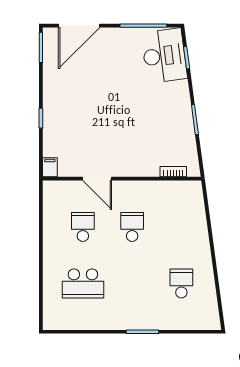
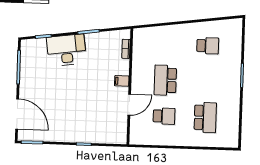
desk: (164, 56) -> (66, 50), moved
filing cabinet: (50, 167) -> (122, 81), moved
school desk: (83, 227) -> (164, 116), turned 180
school desk: (132, 227) -> (165, 80), width x1.85
school desk: (181, 283) -> (208, 46), turned 180

